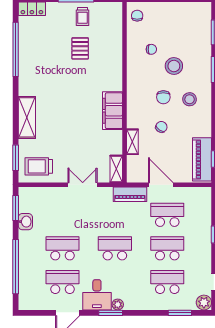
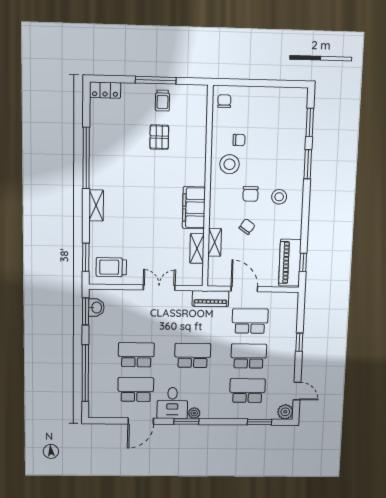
window: (16, 49) -> (86, 158), moved
stool: (174, 66) -> (230, 164), moved
shelving: (27, 117) -> (96, 205), width x0.67, depth x0.75
shelving: (116, 169) -> (197, 249), moved
washbasin: (25, 222) -> (96, 308), moved

